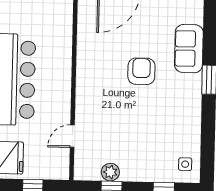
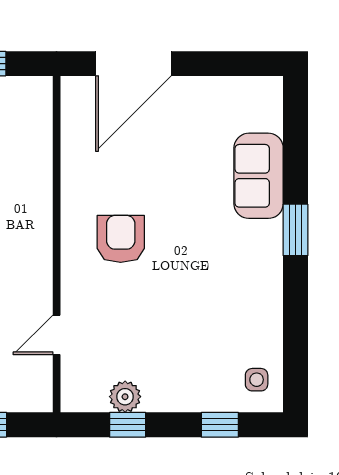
armchair: (141, 71) -> (121, 239), moved

